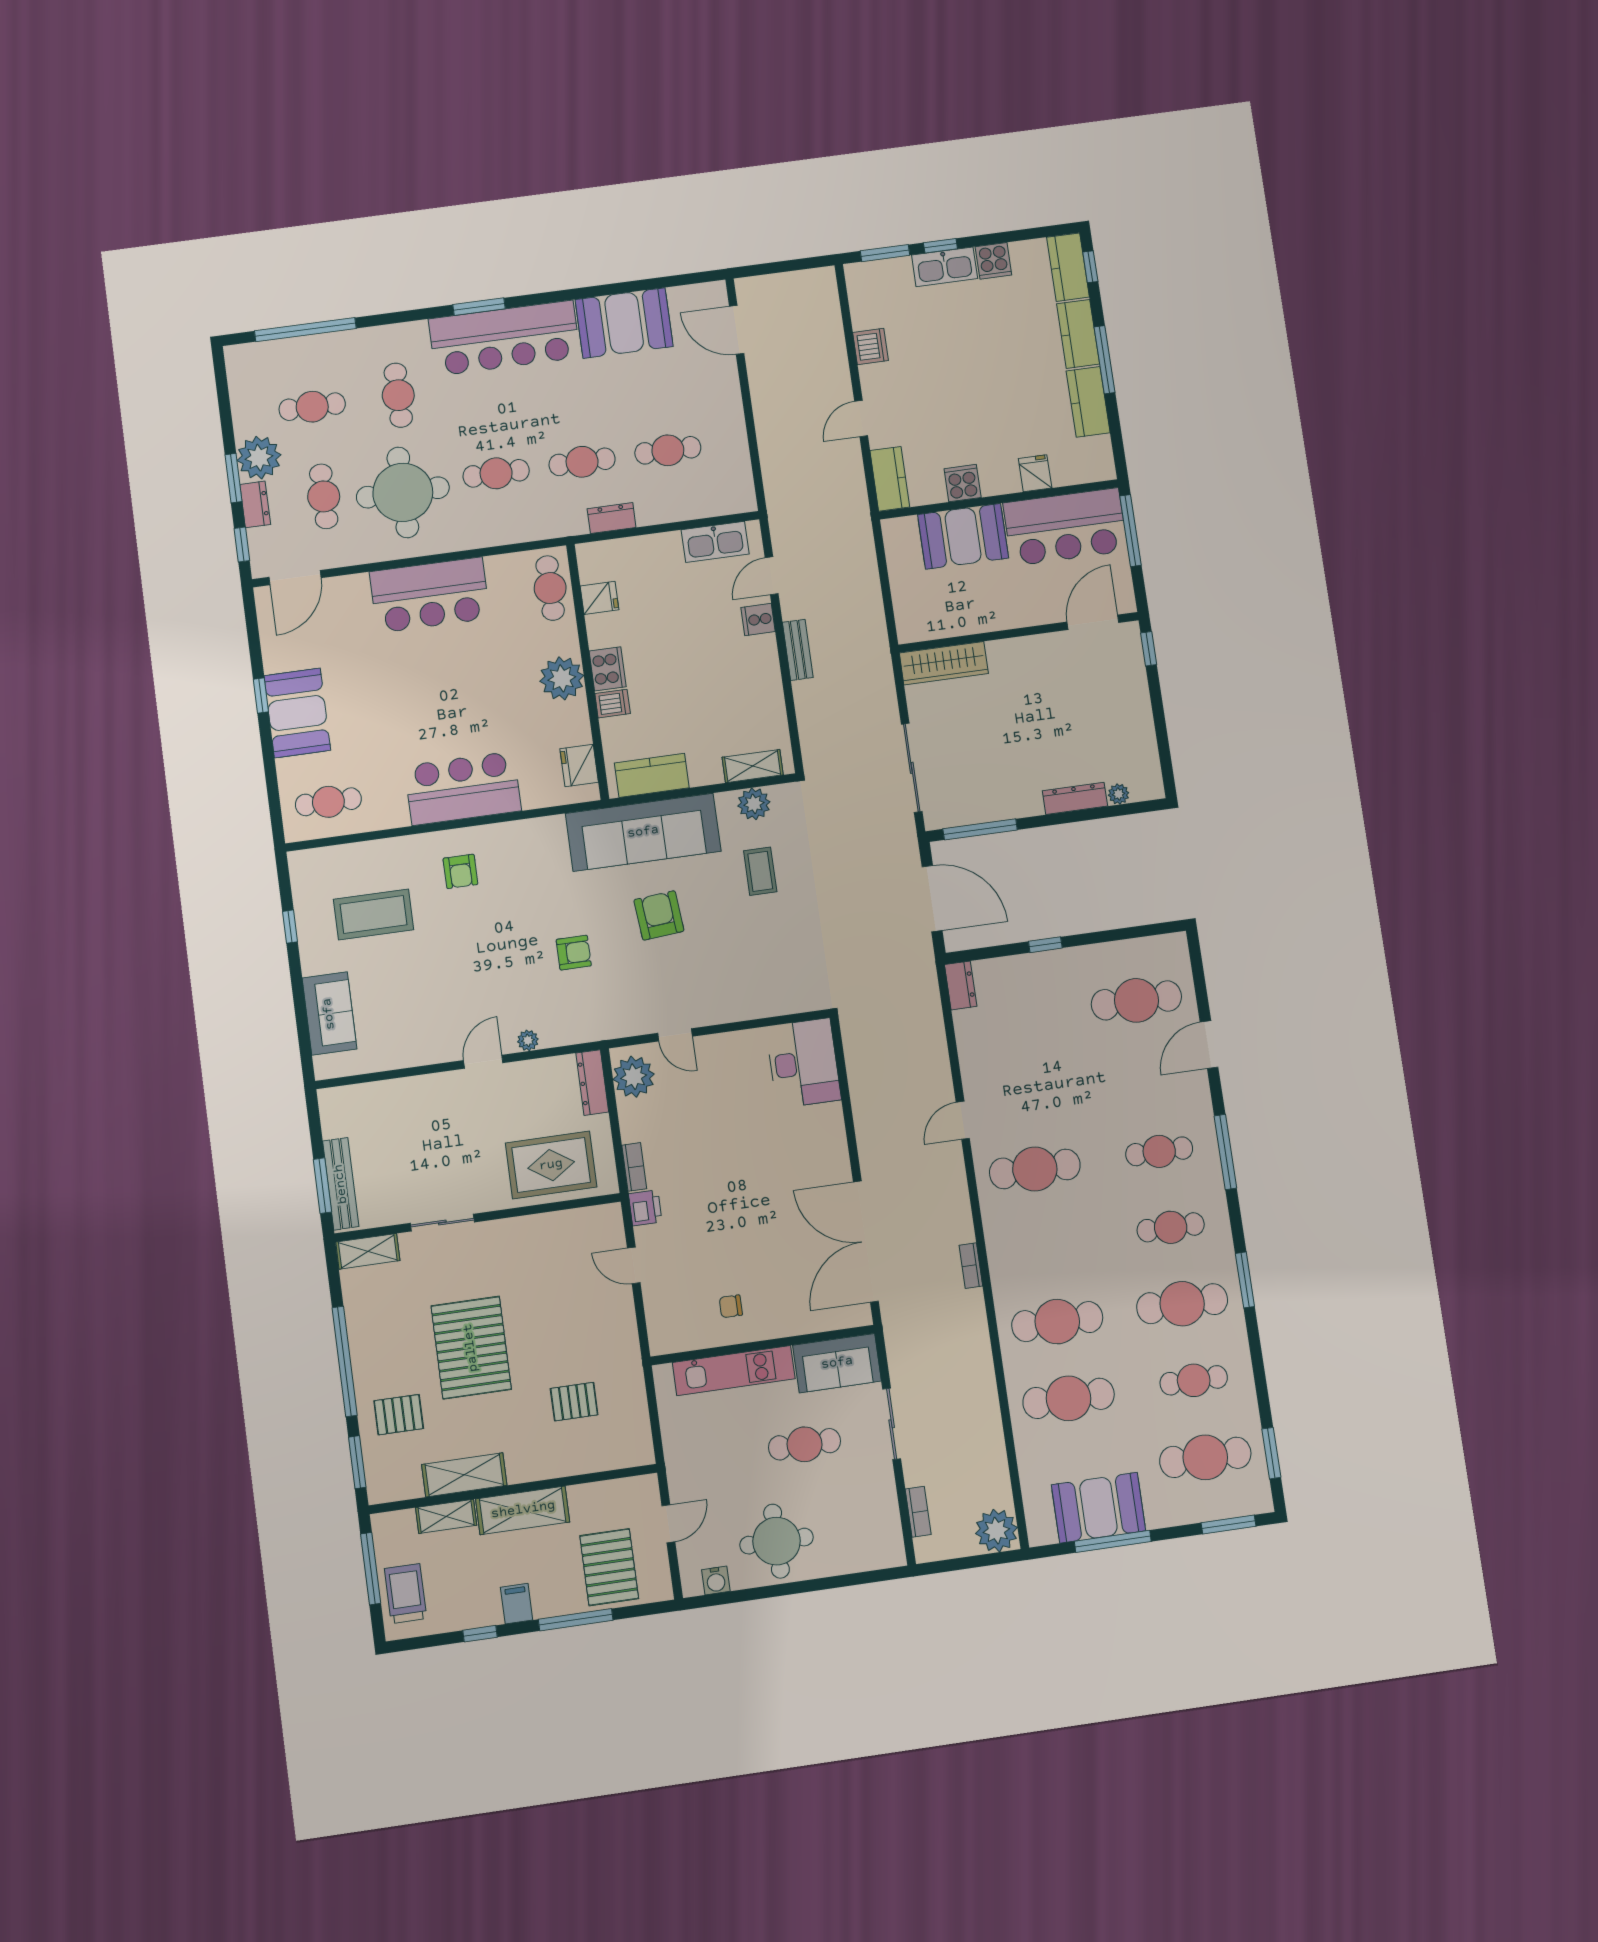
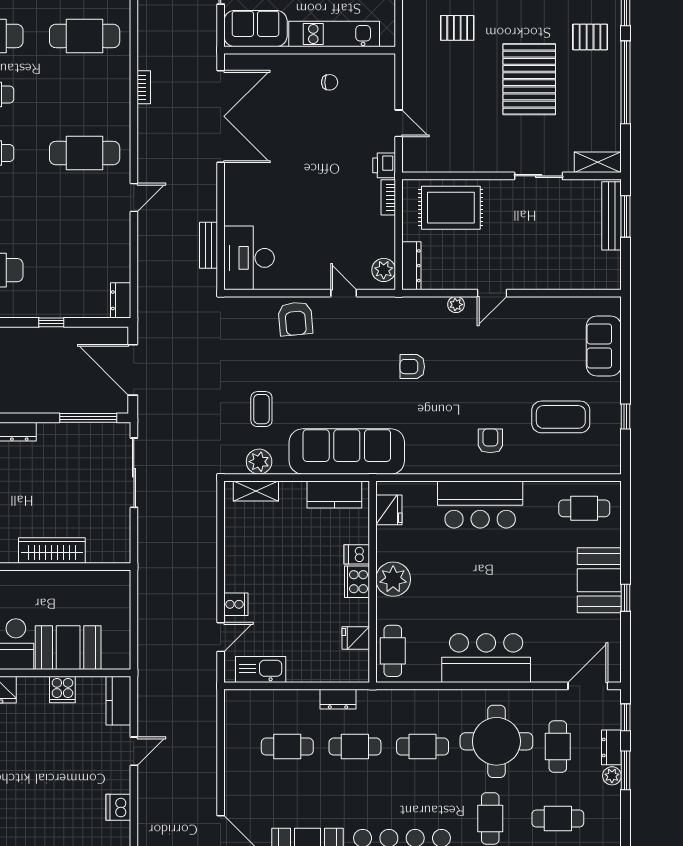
plant: (259, 458) -> (612, 776), width x0.53, depth x0.53
bench: (798, 650) -> (209, 245), moved
wardrobe: (944, 663) -> (52, 550), moved
armchair: (659, 915) -> (295, 319), moved
plant: (634, 1077) -> (384, 270), width x0.73, depth x0.73

